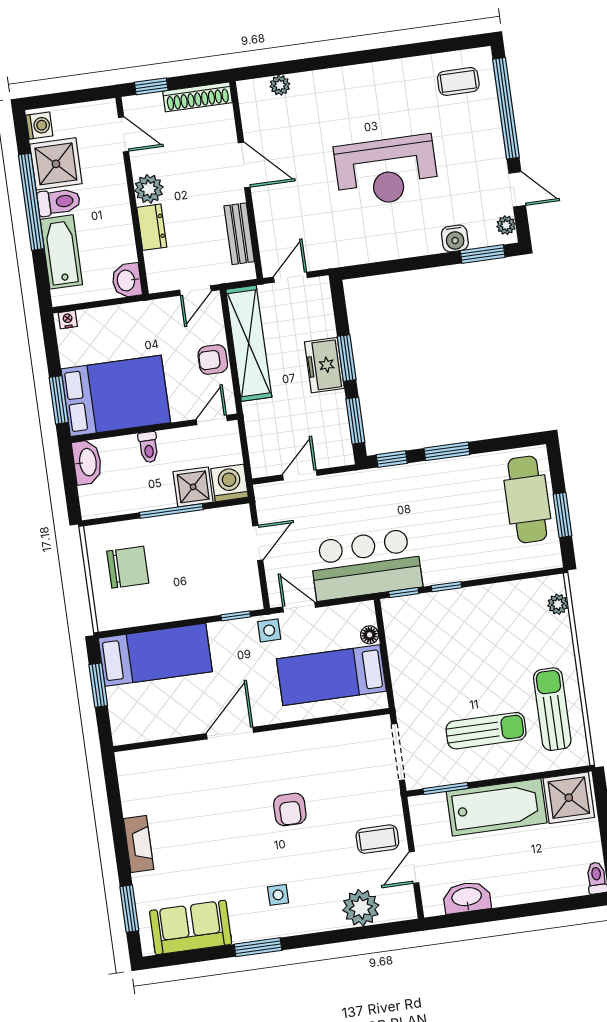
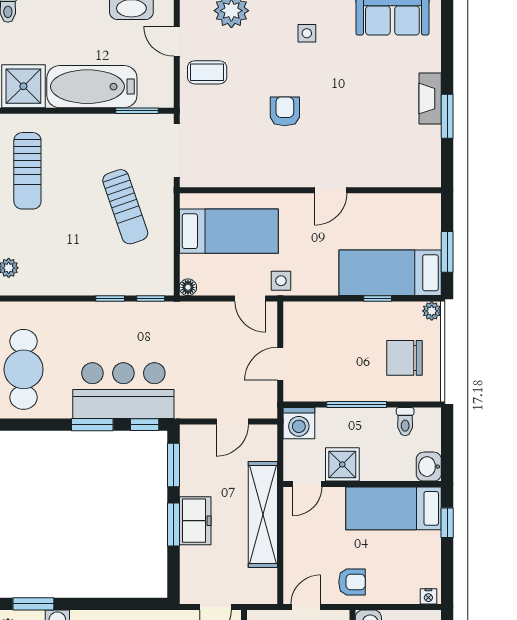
shelving: (249, 343) -> (263, 514), moved
armchair: (213, 360) -> (352, 582), moved
bed: (116, 396) -> (394, 508), width x0.67
window: (59, 400) -> (447, 523), width x0.67
toilet: (148, 447) -> (405, 422), moved, turned 180
washbasin: (87, 462) -> (429, 467), width x0.72
shower: (193, 487) -> (342, 464), moved
bar counter: (366, 565) -> (123, 391), moved, turned 180
window: (236, 616) -> (378, 299), moved
plant: (106, 621) -> (432, 311), added
floor lamp: (370, 635) -> (188, 287), moved
sun lounger: (486, 731) -> (125, 207), moved, turned -109
door: (230, 733) -> (331, 190), width x0.73
door: (414, 867) -> (177, 41), swing flipped
window: (129, 909) -> (447, 116), moved

